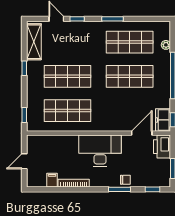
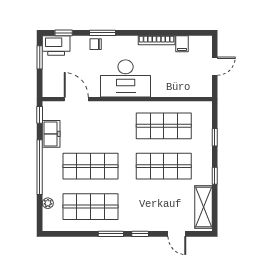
window: (77, 19) -> (140, 234), moved
window: (24, 115) -> (215, 137), moved
freezer: (163, 120) -> (51, 134), moved
door: (142, 133) -> (76, 99), swing flipped
printer: (162, 147) -> (56, 45), moved, turned 90

